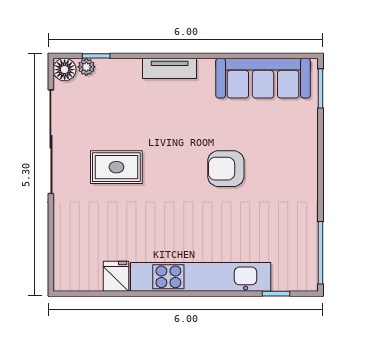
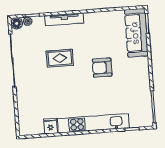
tv unit: (170, 68) -> (64, 19), width x1.41
sofa: (263, 78) -> (136, 33), moved, turned 90
rug: (116, 167) -> (60, 58), moved

